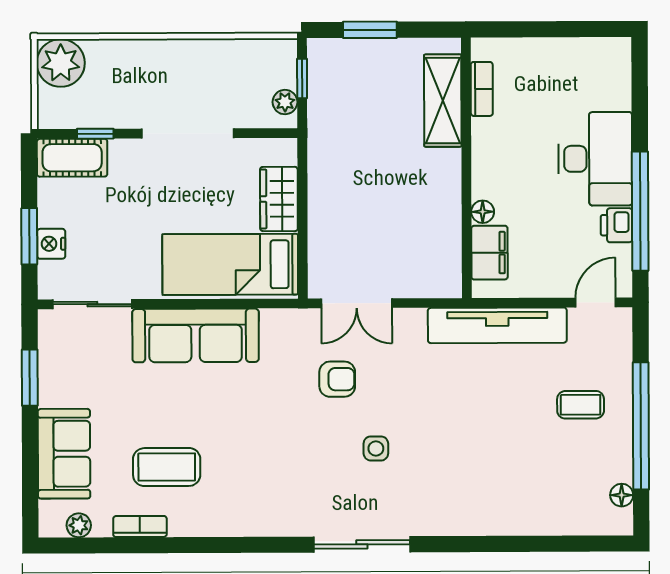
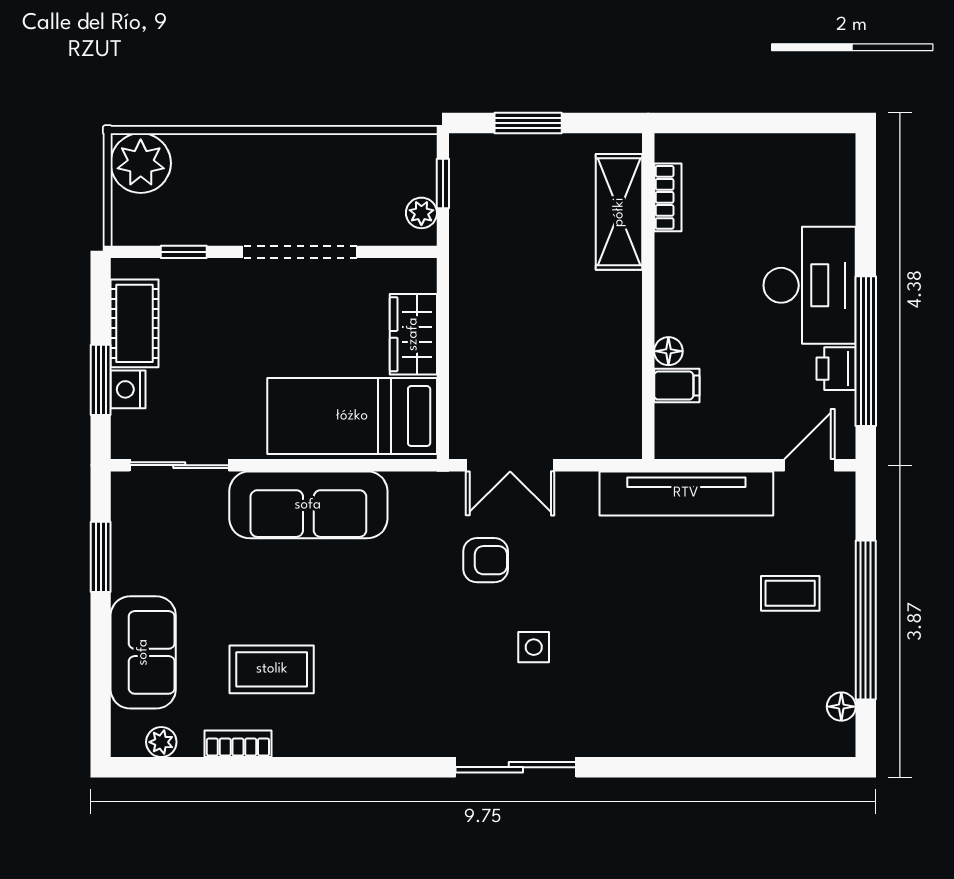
cot: (72, 158) -> (135, 323), moved, turned 90
filing cabinet: (489, 253) -> (677, 386), width x0.50

